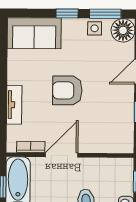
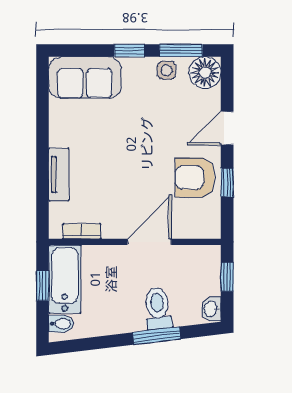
armchair: (67, 90) -> (195, 177), moved
door: (62, 155) -> (149, 242), moved

